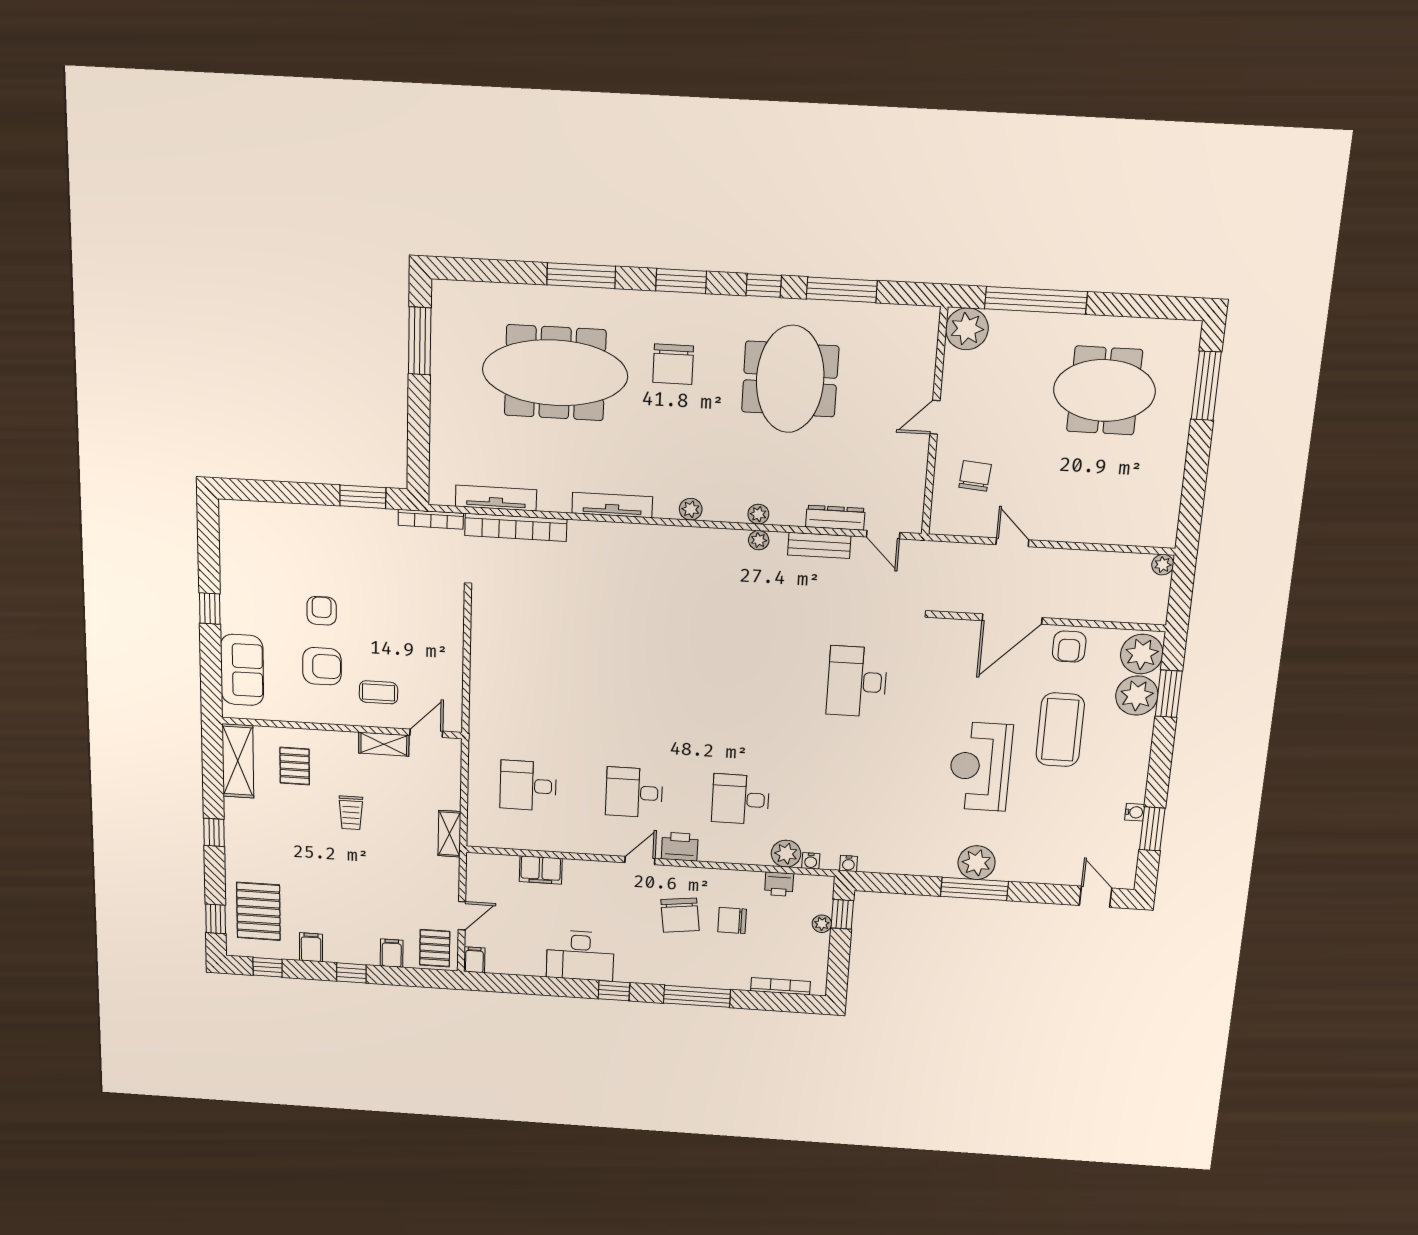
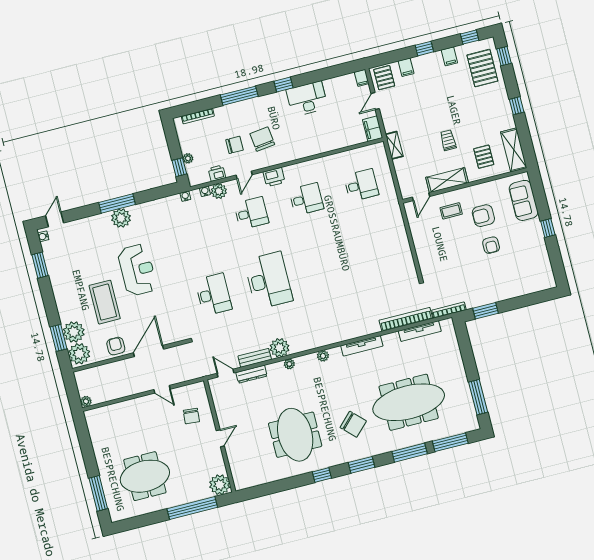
window: (842, 290) -> (450, 442), moved
chair: (673, 364) -> (353, 424), turned 135
plant: (759, 540) -> (280, 348), width x1.88, depth x1.88
desk: (748, 675) -> (268, 280), added
shelving: (384, 744) -> (447, 180), width x1.50, depth x1.33
water cooler: (1135, 812) -> (43, 236), moved
door: (640, 860) -> (244, 175), moved
filing cabinet: (541, 870) -> (373, 129), moved, turned -90
door: (1096, 897) -> (55, 219), swing flipped

